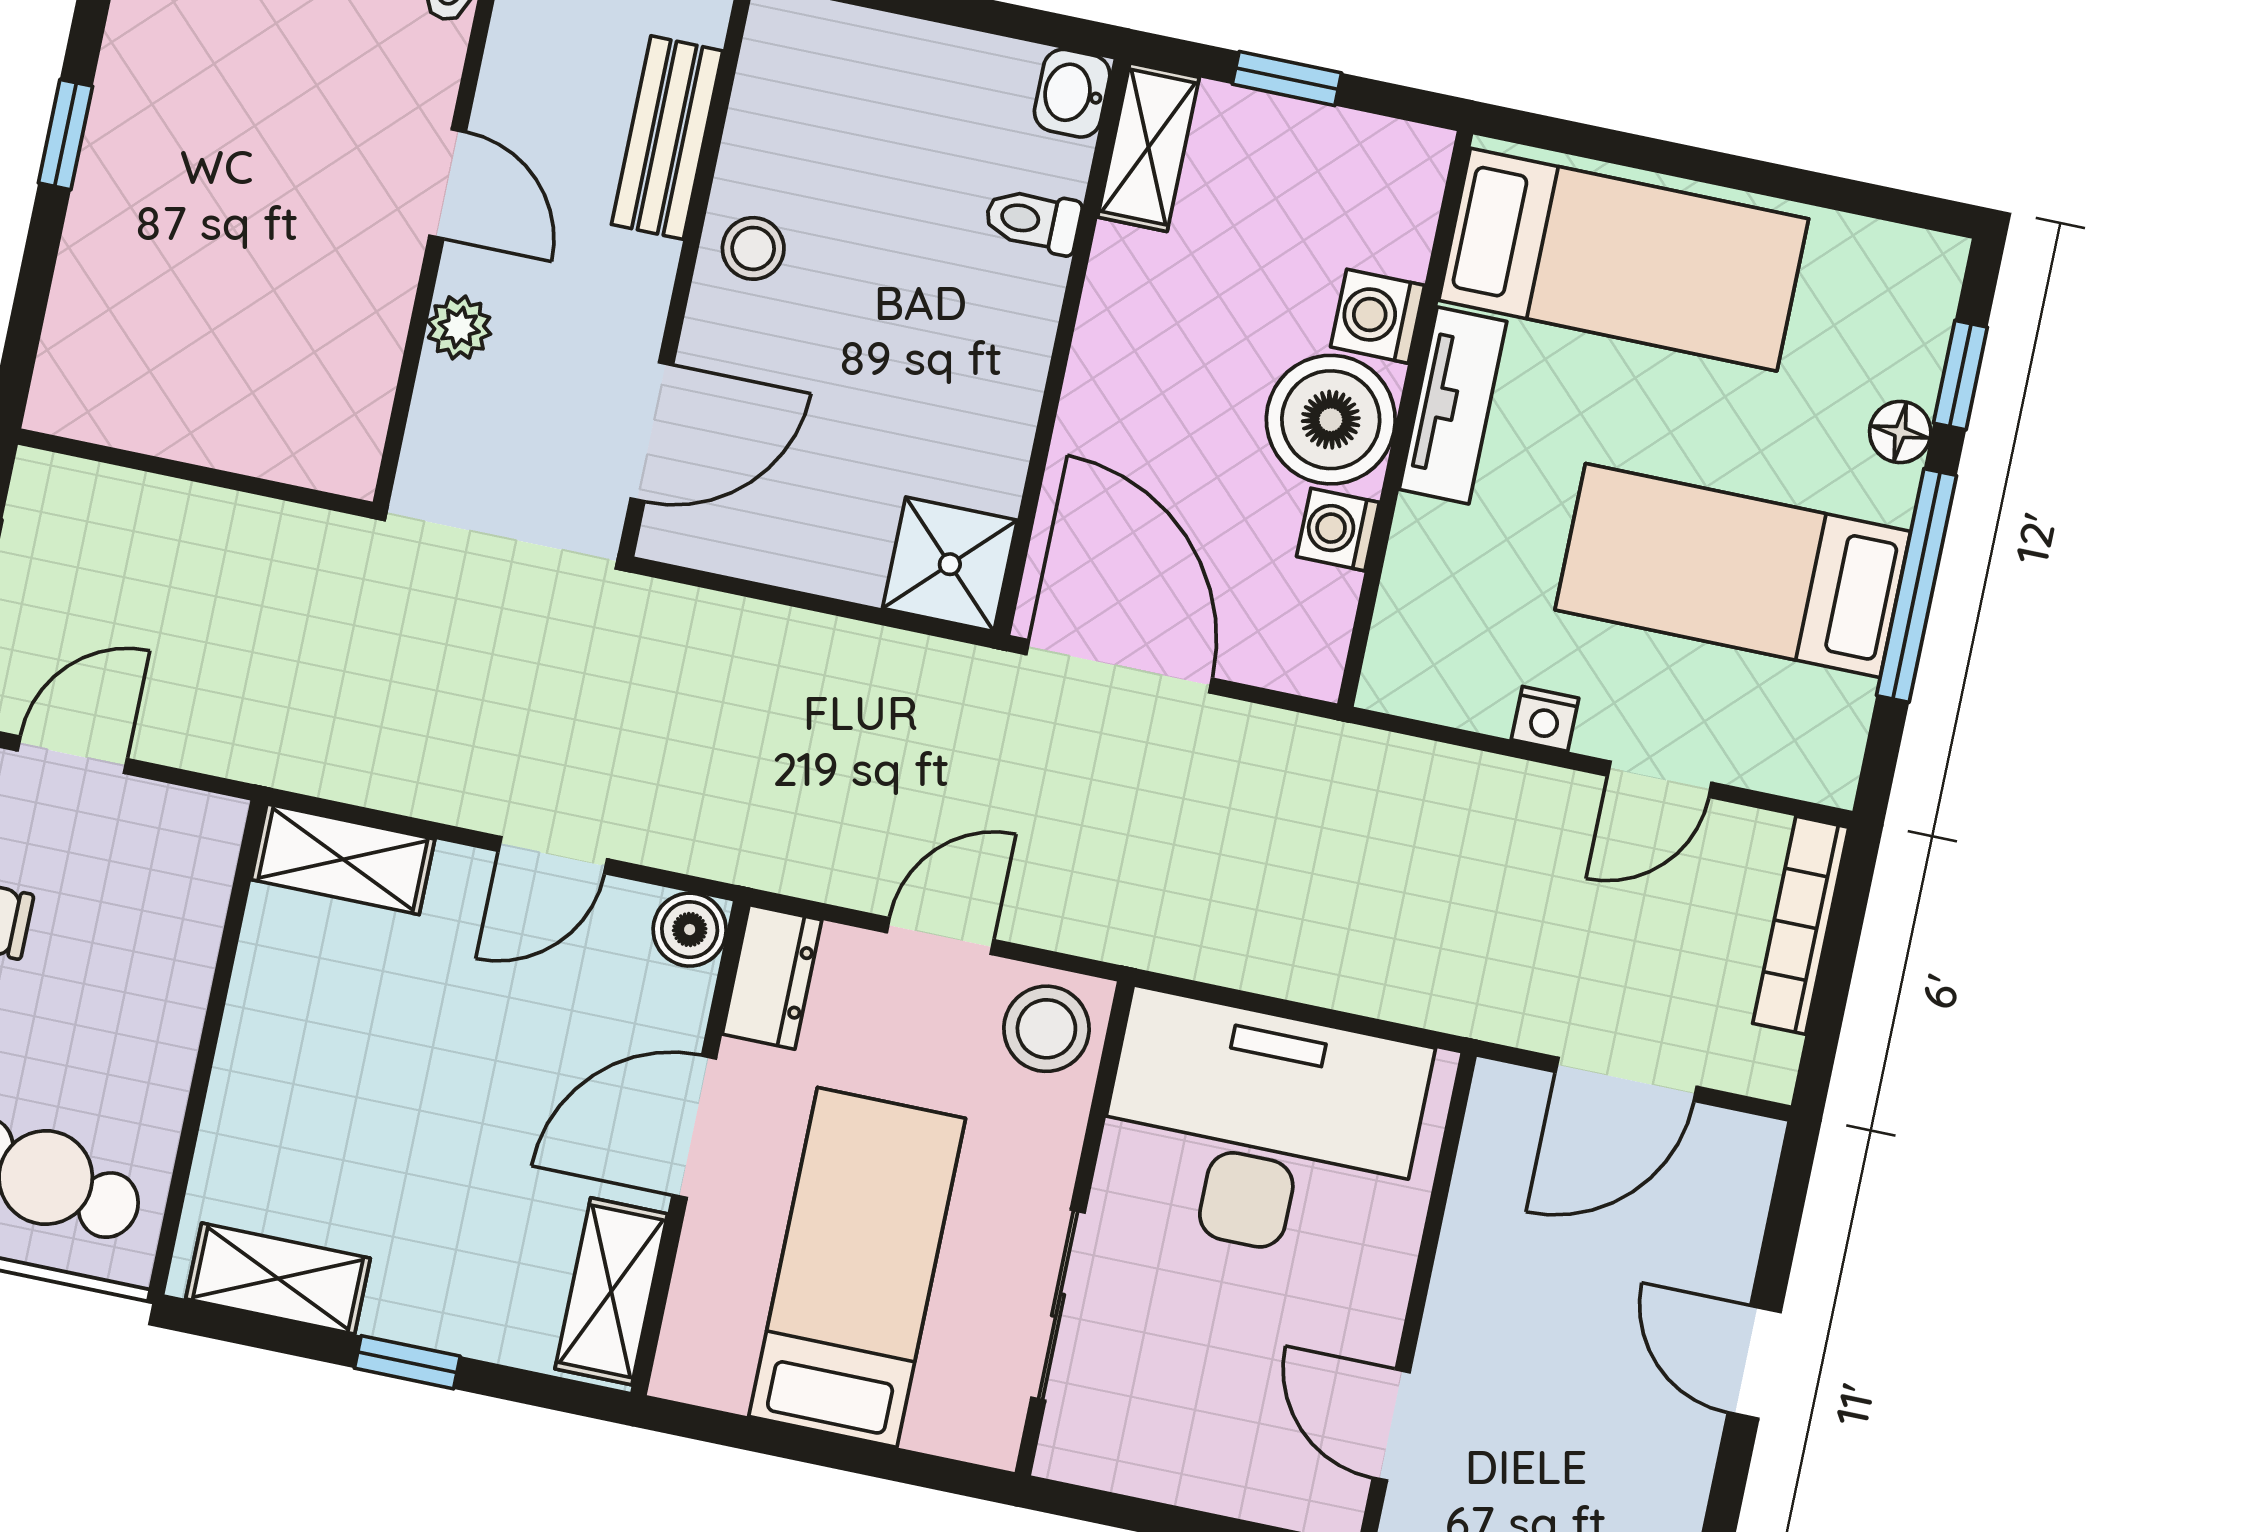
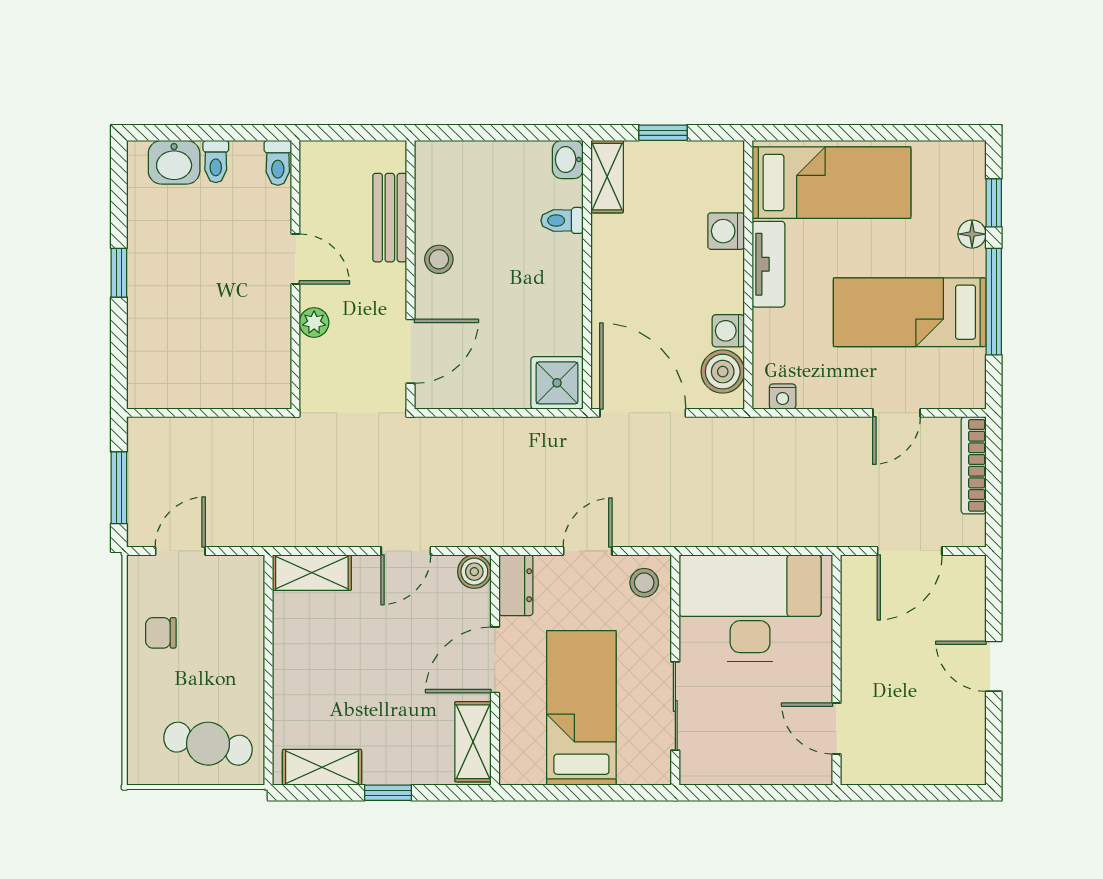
boiler: (1331, 420) -> (723, 372), moved, width x0.73, depth x0.73
nightstand: (1545, 719) -> (783, 397), moved
stool: (1046, 1029) -> (644, 583), width x0.73, depth x0.73

